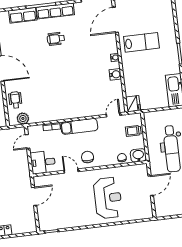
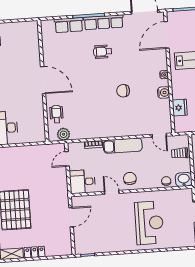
chair: (77, 75) -> (123, 91), added
fridge: (133, 104) -> (180, 108), moved
door: (113, 115) -> (159, 135), swing flipped

